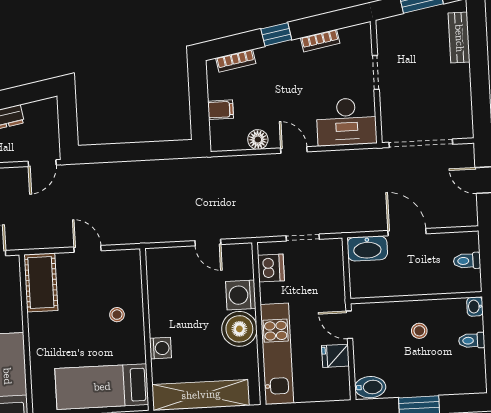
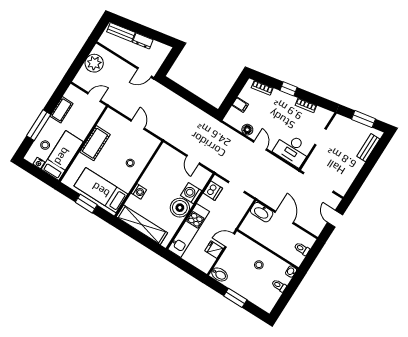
cot: (41, 282) -> (95, 143), moved
door: (349, 325) -> (230, 240), hinge flipped

